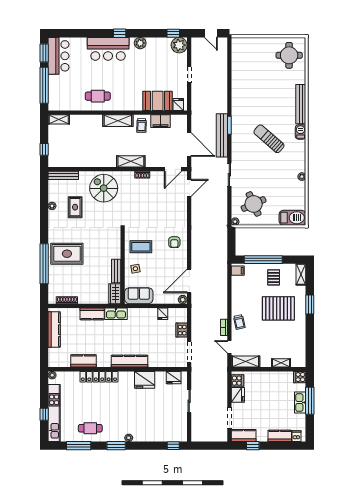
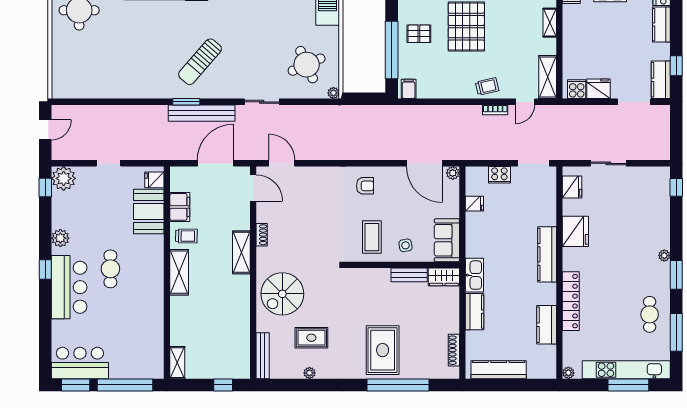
cafe table: (98, 96) -> (110, 269), moved
sun lounger: (269, 139) -> (200, 62), moved
window: (44, 414) -> (628, 385), width x2.17

